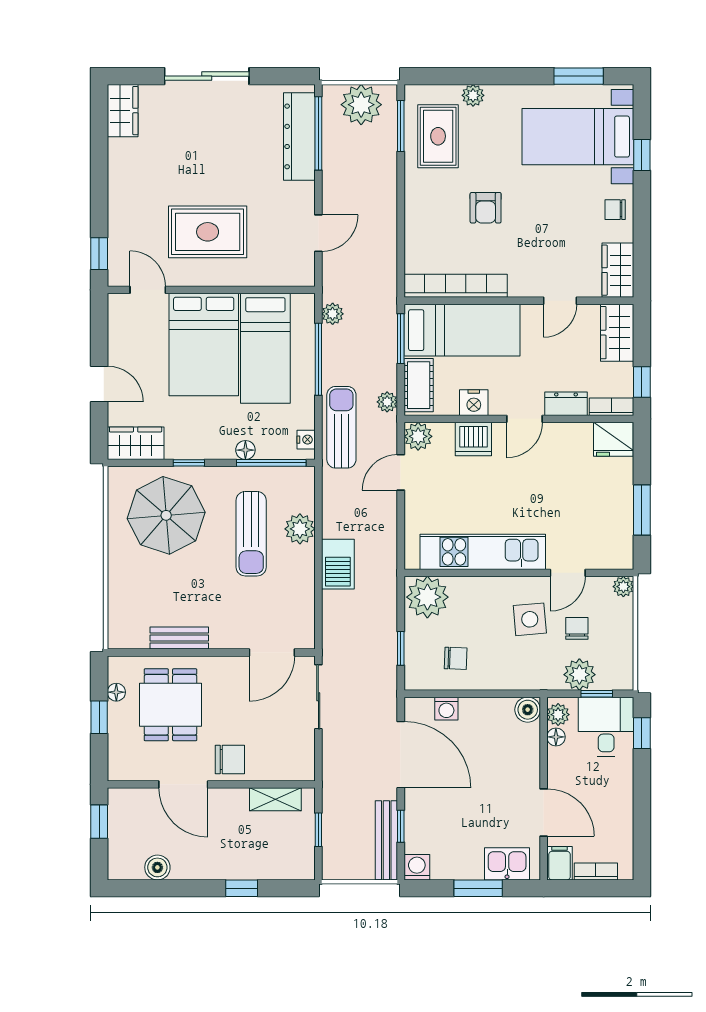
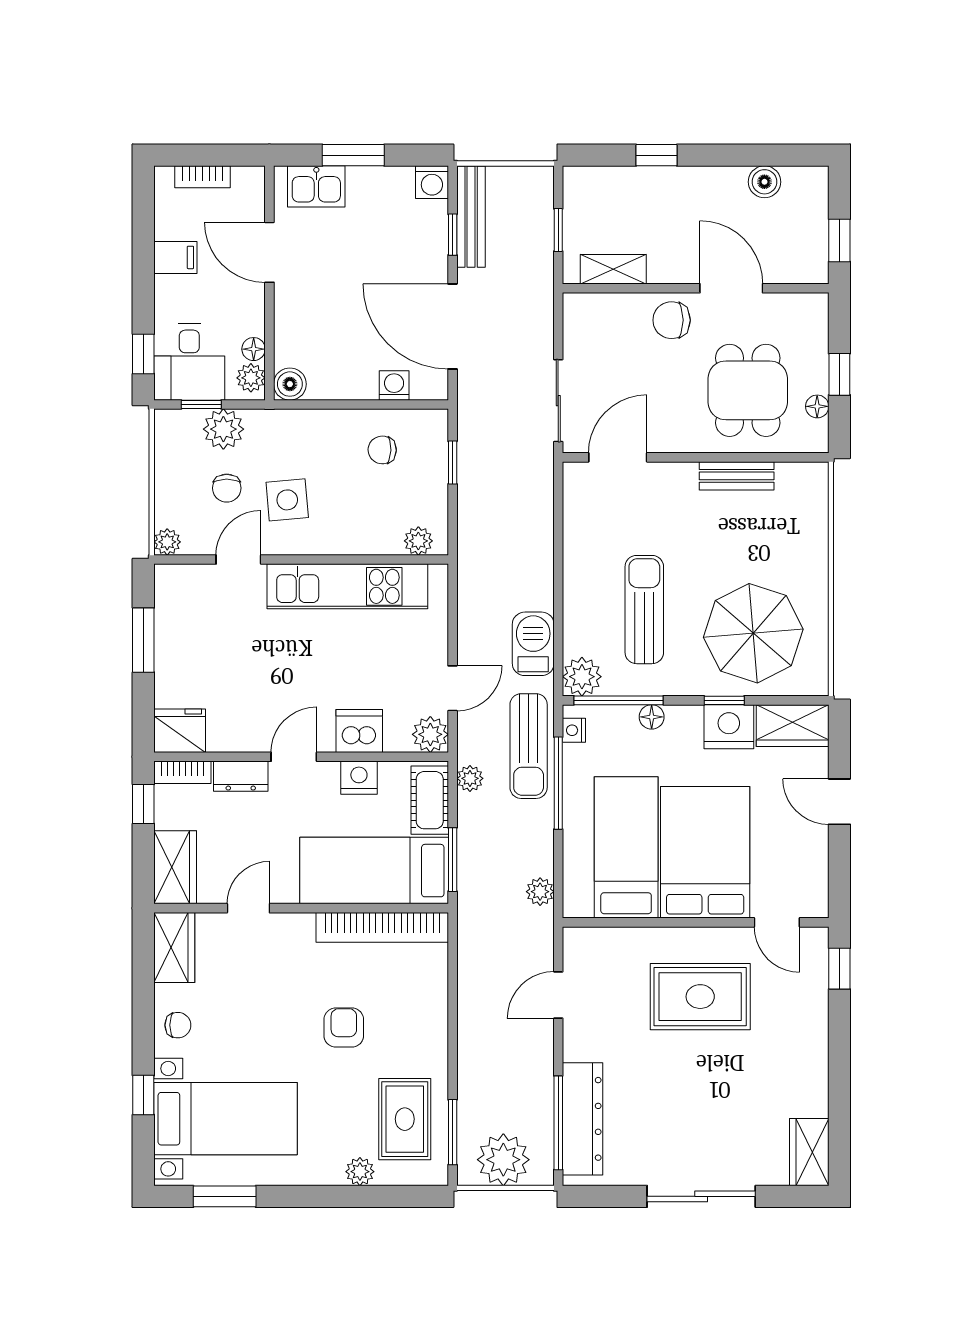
window: (318, 359) -> (558, 783), moved
nightstand: (185, 442) -> (729, 727), added
plant: (300, 529) -> (582, 677), moved
barbecue: (338, 564) -> (533, 644), moved
plant: (427, 597) -> (418, 541), width x0.53, depth x0.53
filing cabinet: (559, 863) -> (175, 257), moved, turned -90

